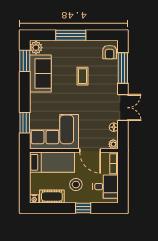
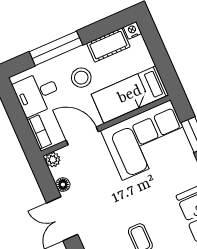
window: (83, 208) -> (56, 48), width x2.17

